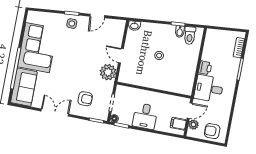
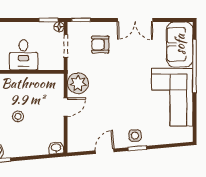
door: (121, 56) -> (66, 107), hinge flipped
desk: (145, 116) -> (23, 55), moved, turned 180

